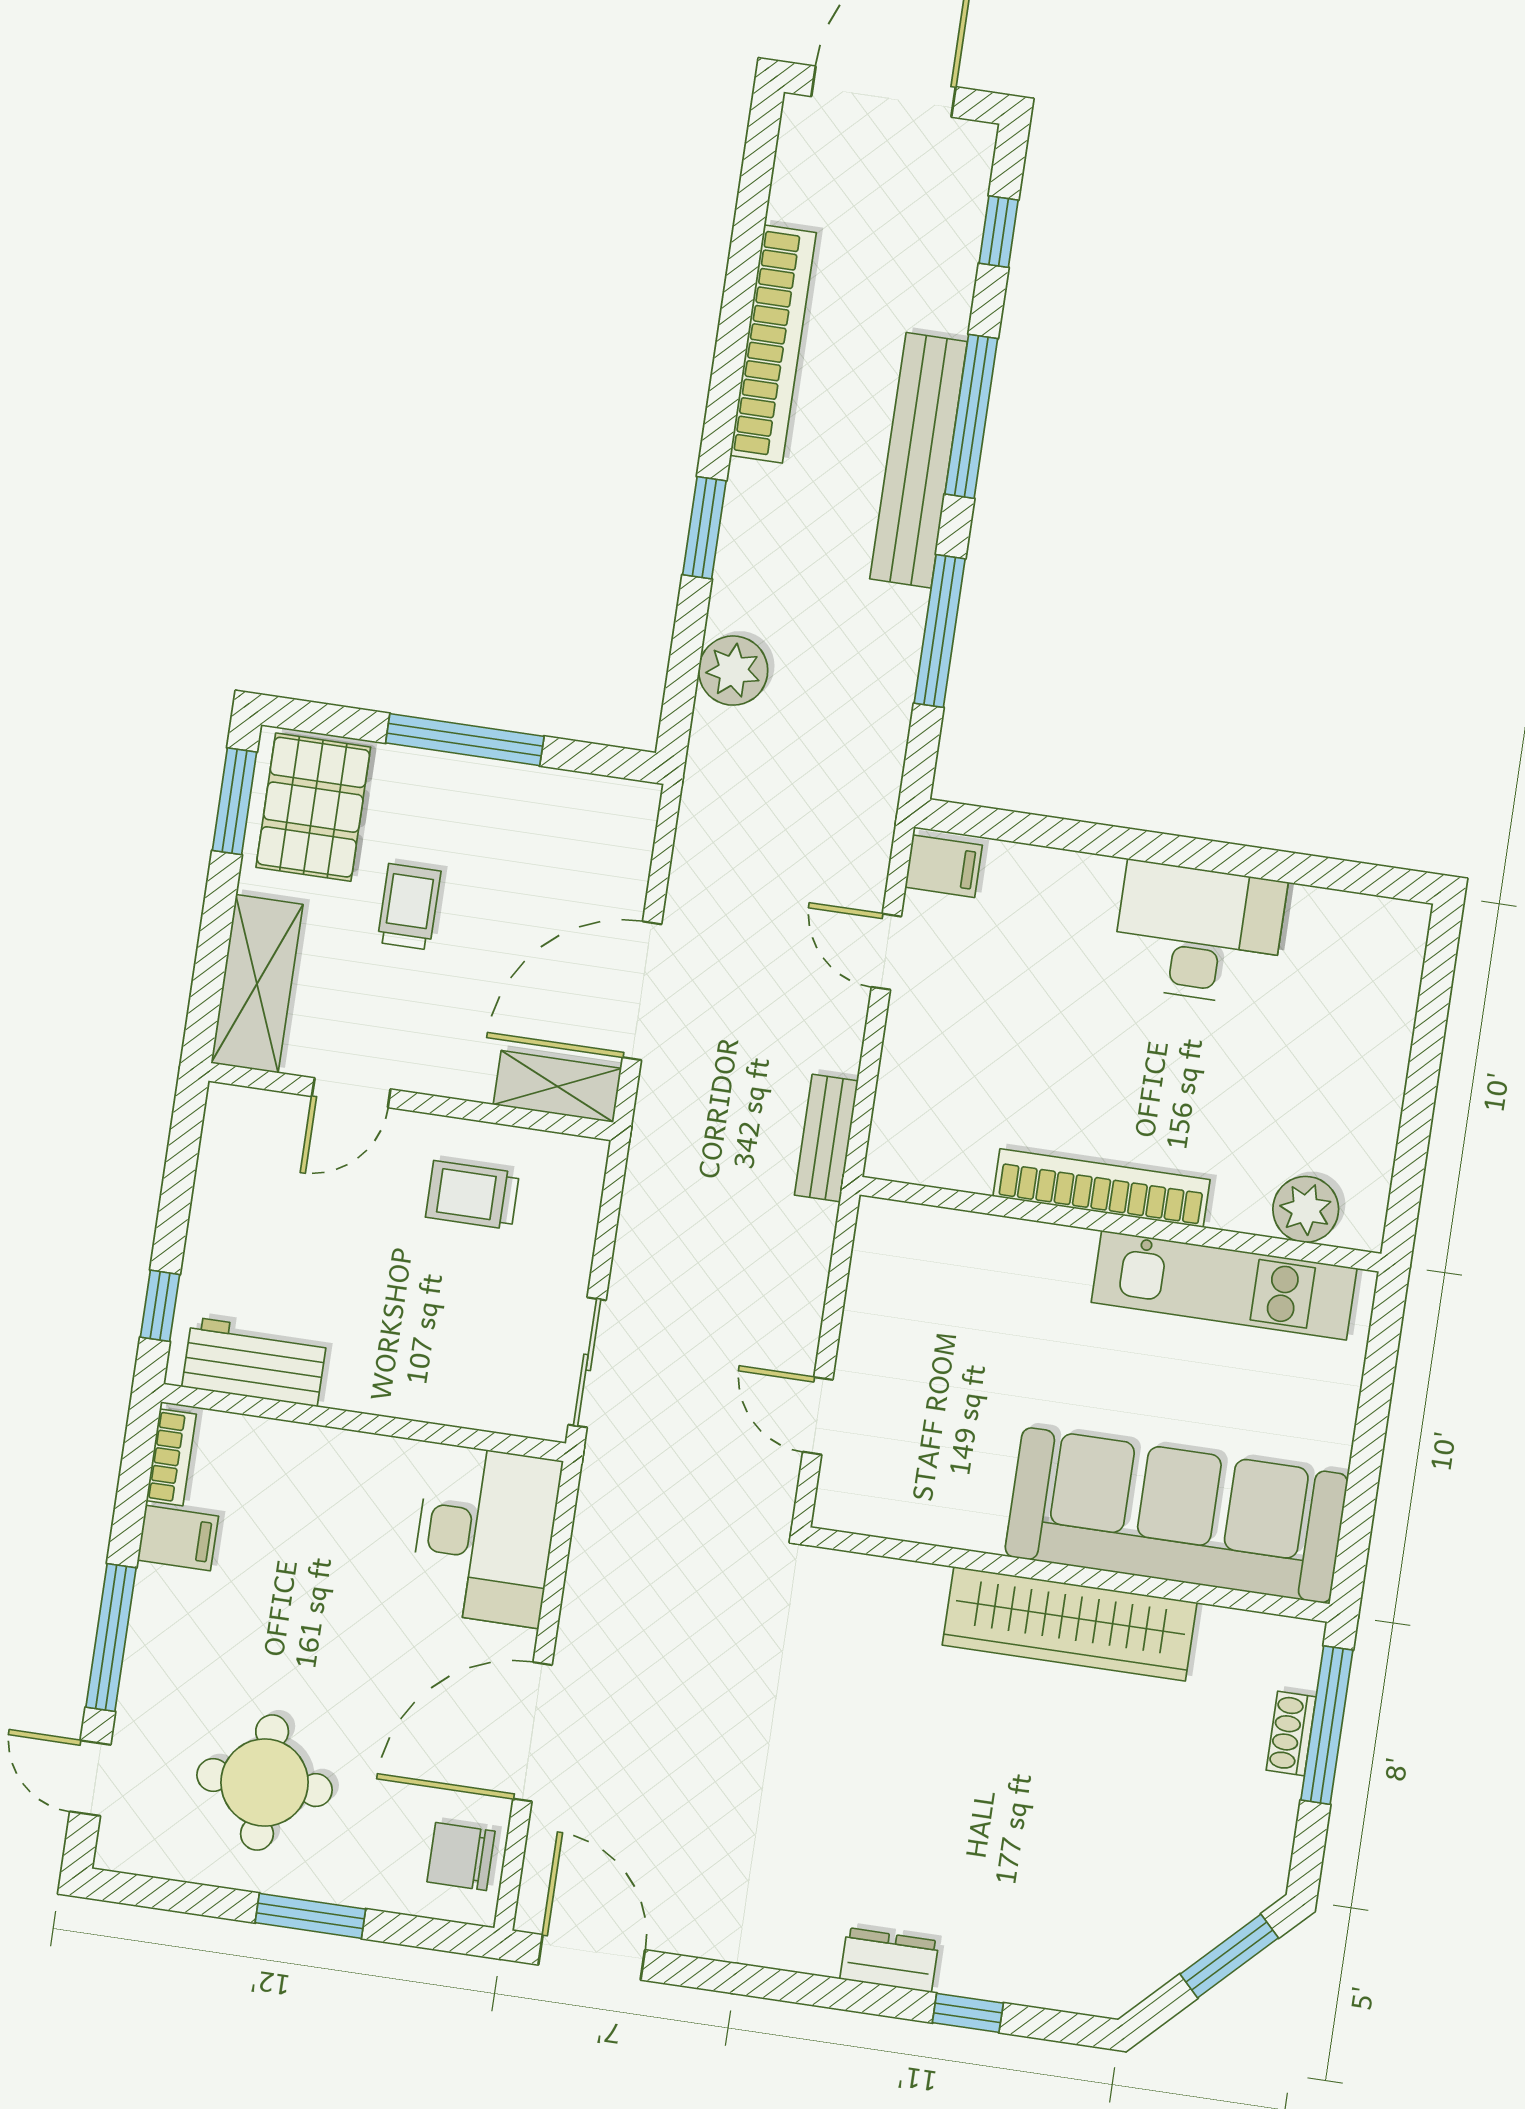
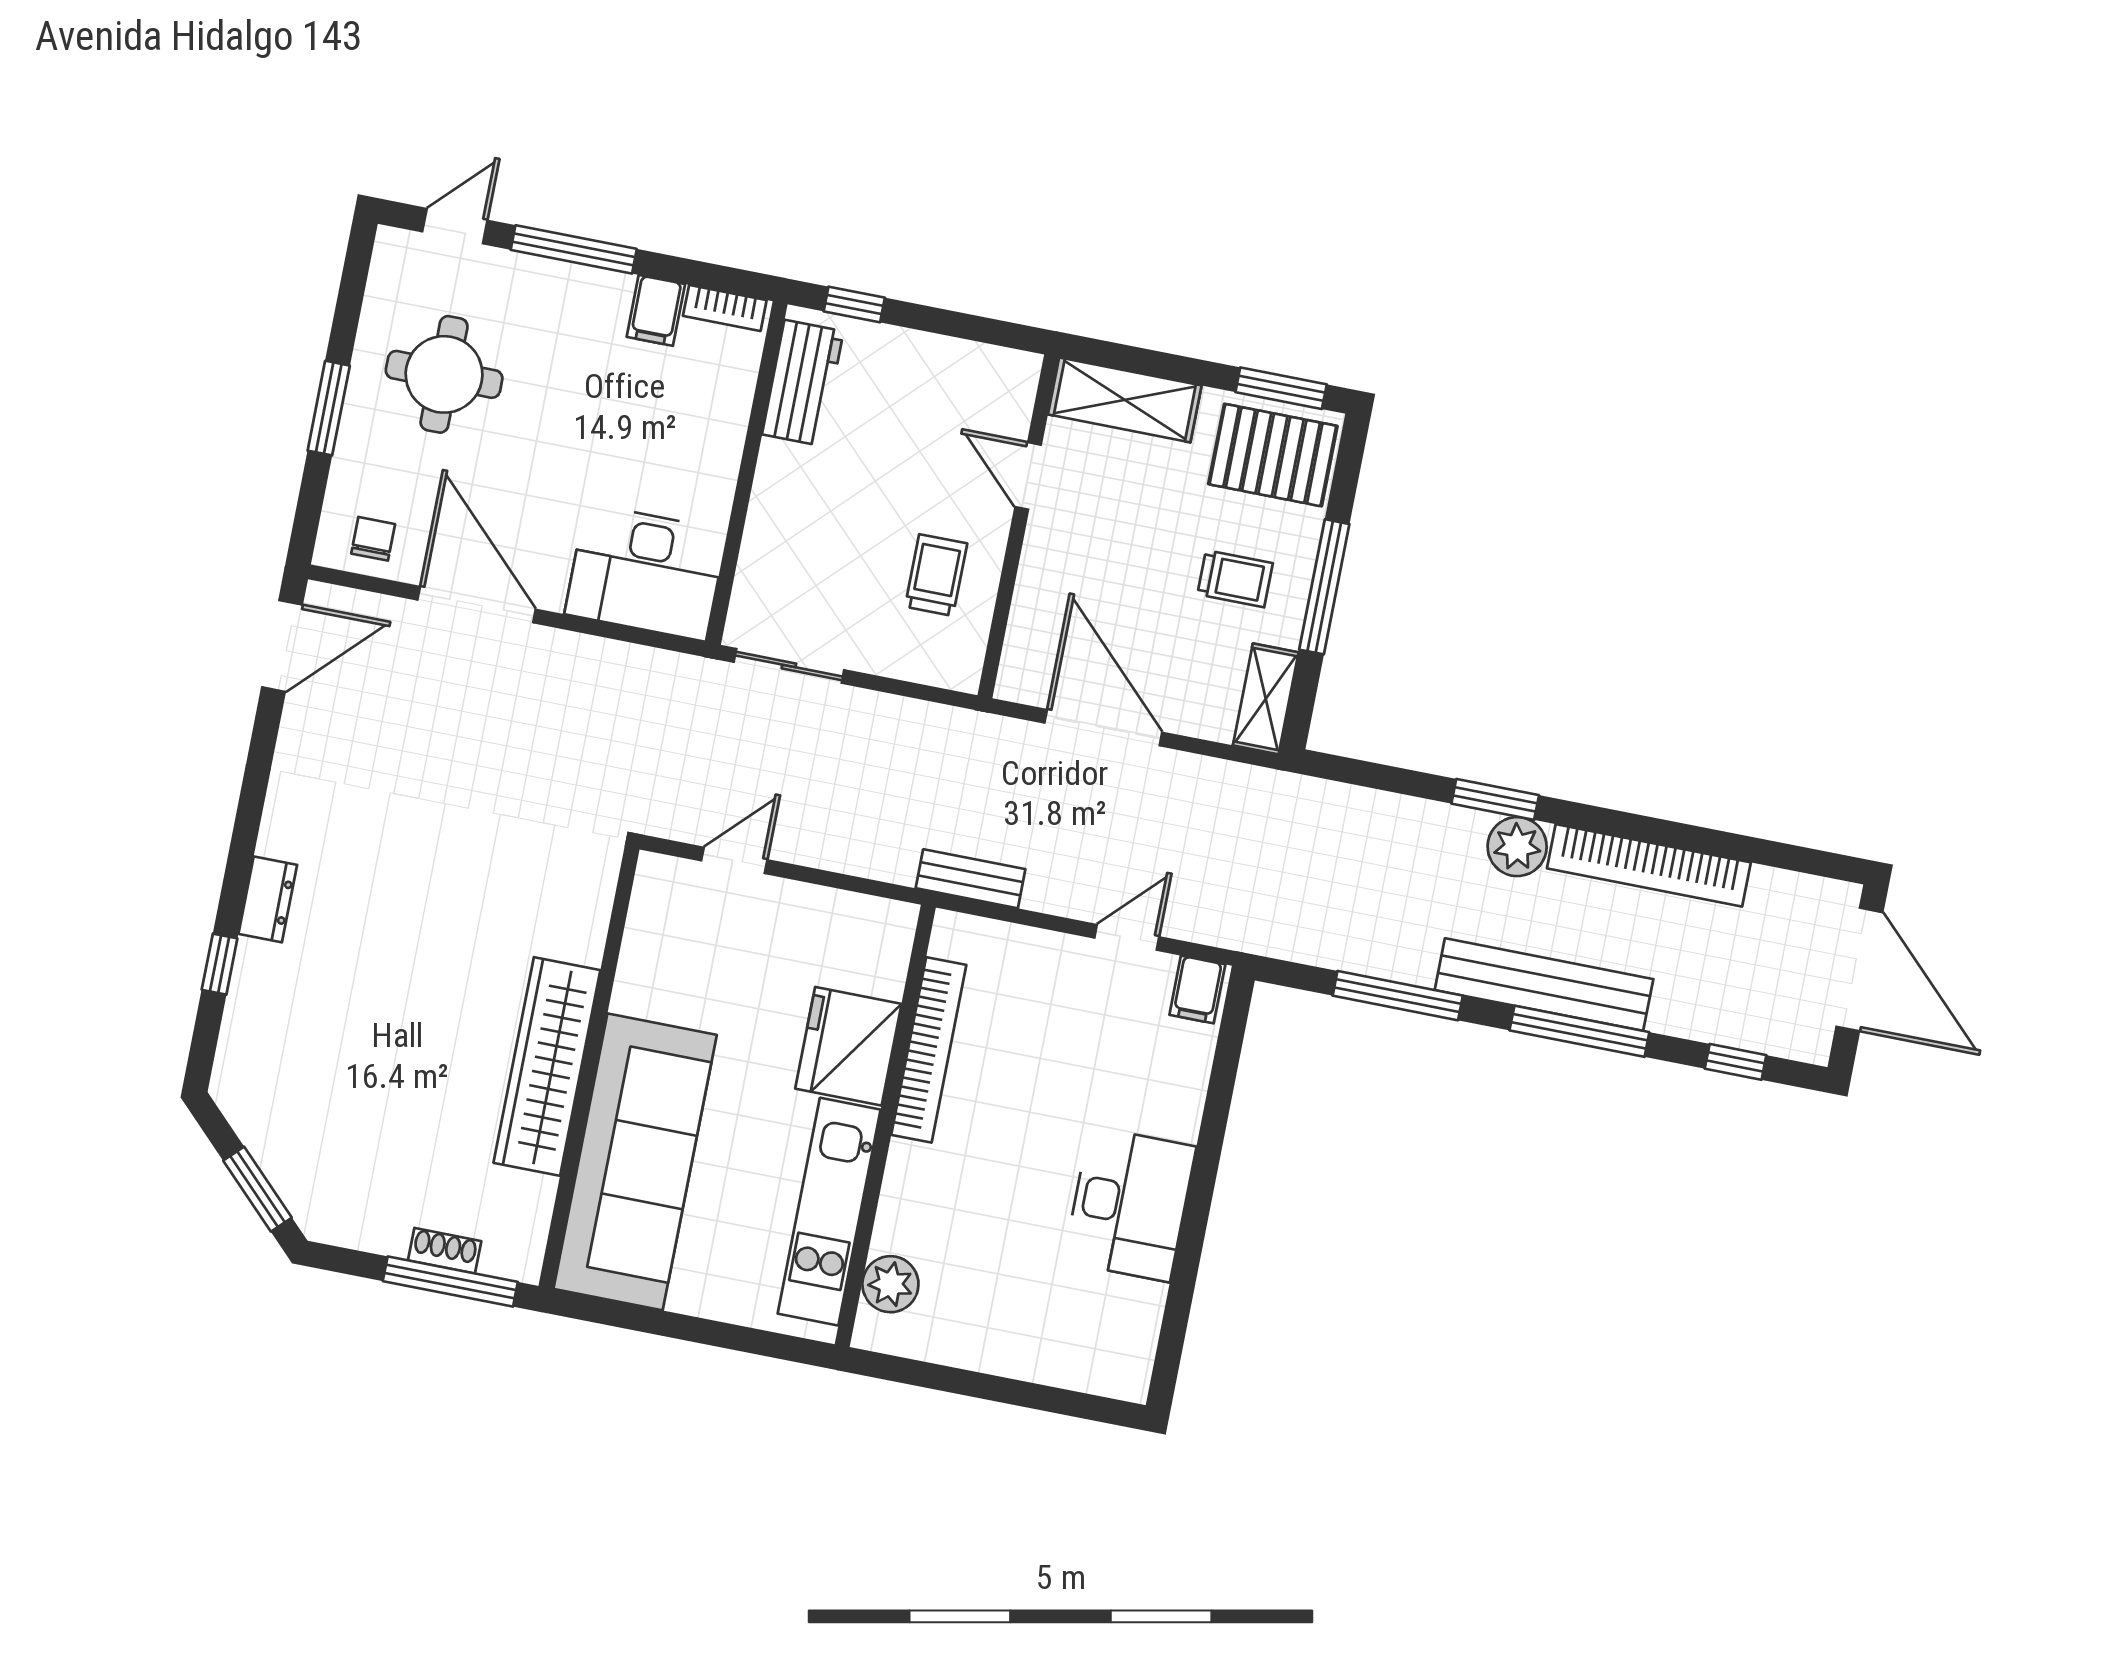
plant: (733, 671) -> (1517, 847), moved
trolley: (409, 907) -> (1235, 579), moved
shelving: (557, 1086) -> (1266, 699), moved
bookcase: (1102, 1188) -> (929, 1050), moved
fridge: (1029, 1272) -> (848, 1046), added
chair: (461, 1857) -> (373, 539), width x0.73, depth x0.73

